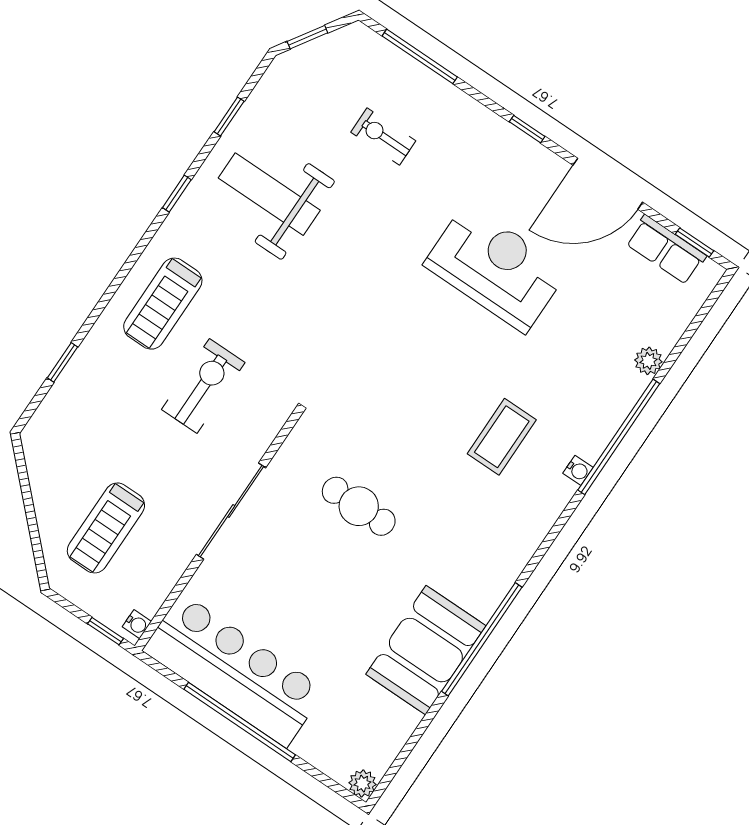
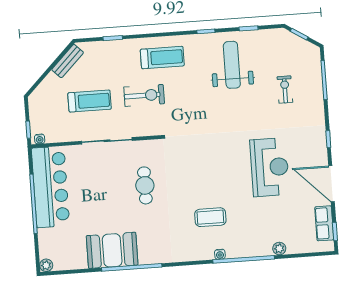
treadmill: (163, 304) -> (162, 58), turned 180
bench: (41, 471) -> (68, 61), added
treadmill: (106, 528) -> (90, 101), moved, turned 180

